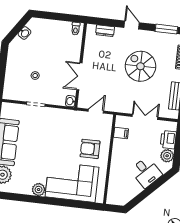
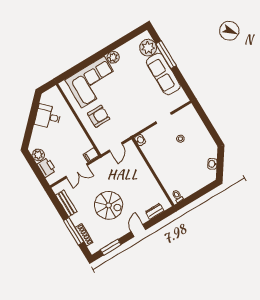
door: (132, 25) -> (138, 230), swing flipped
double door: (79, 76) -> (148, 163), removed
filing cabinet: (121, 133) -> (91, 155), moved
desk: (146, 172) -> (48, 117), moved

